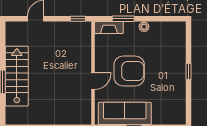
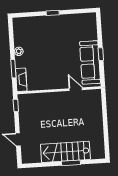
armchair: (129, 71) -> (55, 61), removed
door: (93, 81) -> (76, 89), moved

